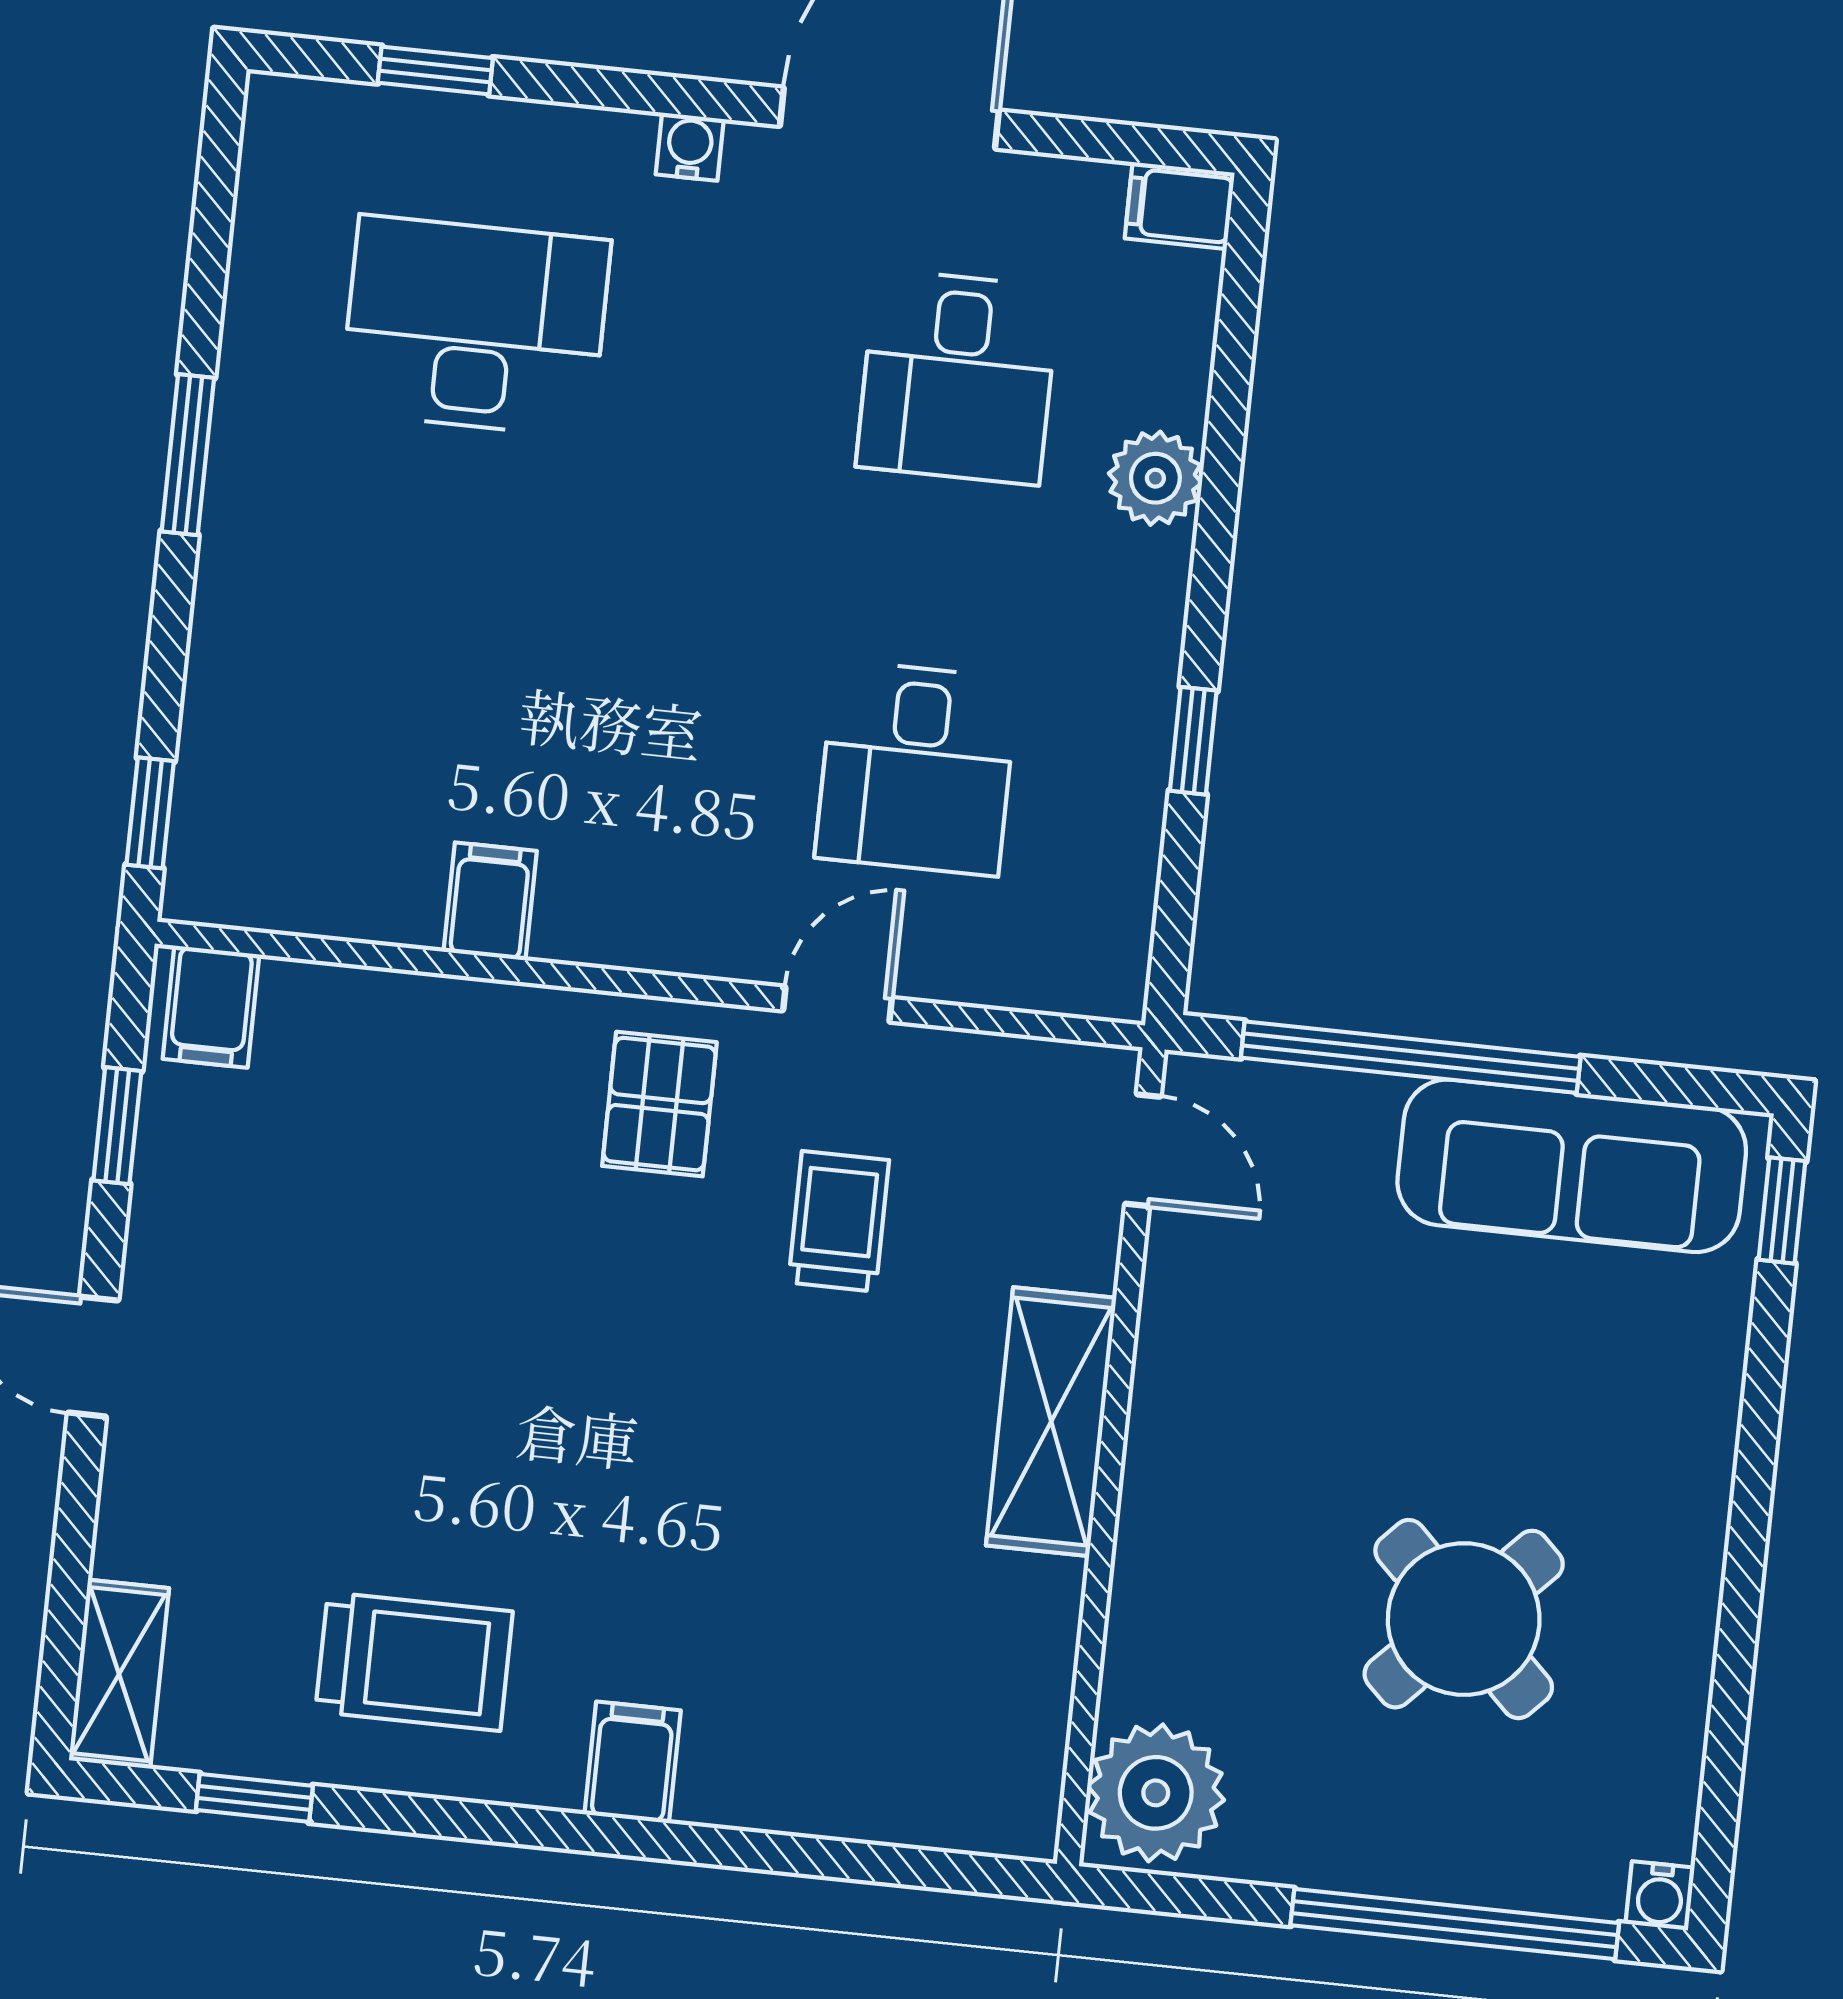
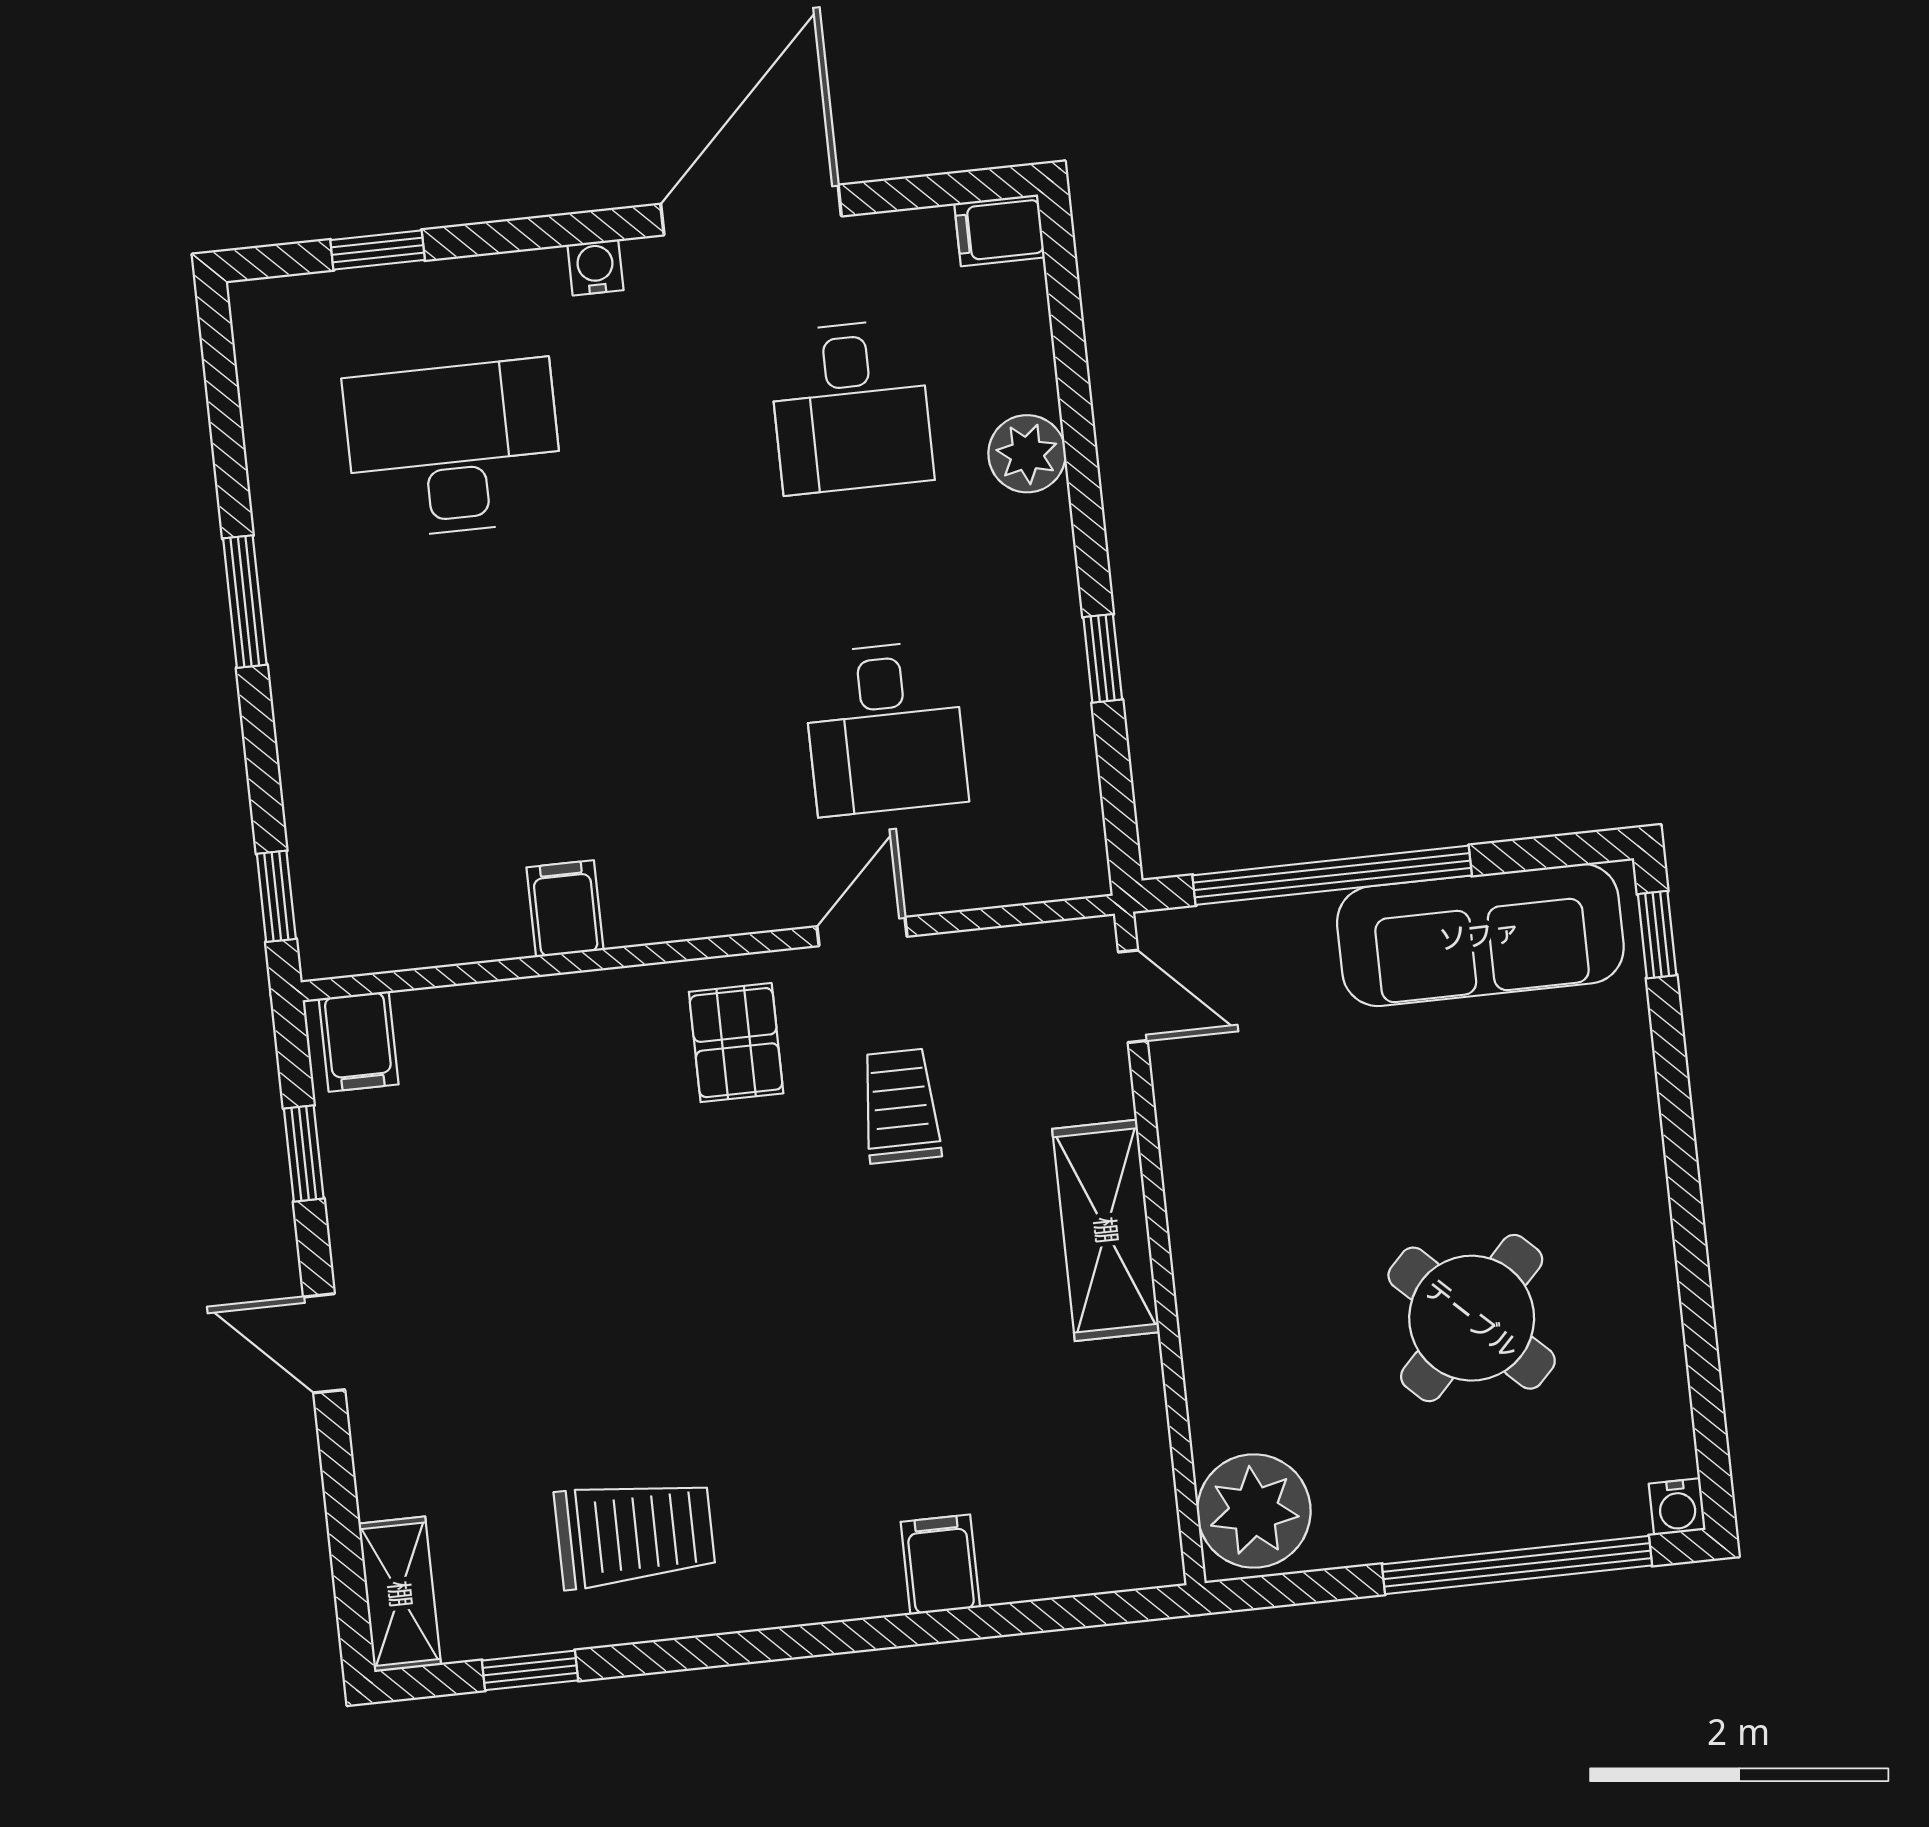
filing cabinet: (633, 1762) -> (940, 1565), moved

